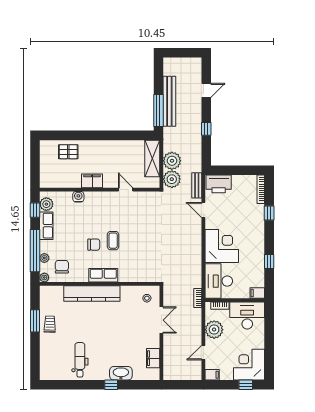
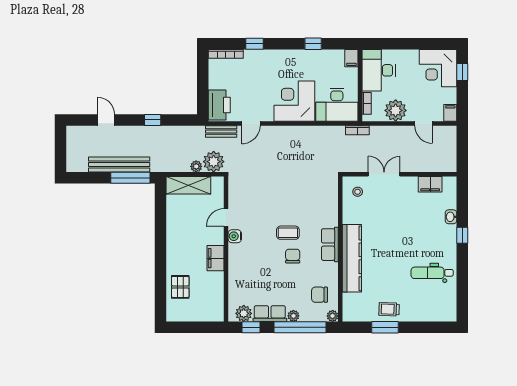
plant: (172, 161) -> (196, 166), width x0.53, depth x0.53
water cooler: (78, 197) -> (235, 236), moved
plant: (44, 258) -> (293, 316), moved
washbasin: (121, 373) -> (451, 217), width x0.52, depth x0.69

